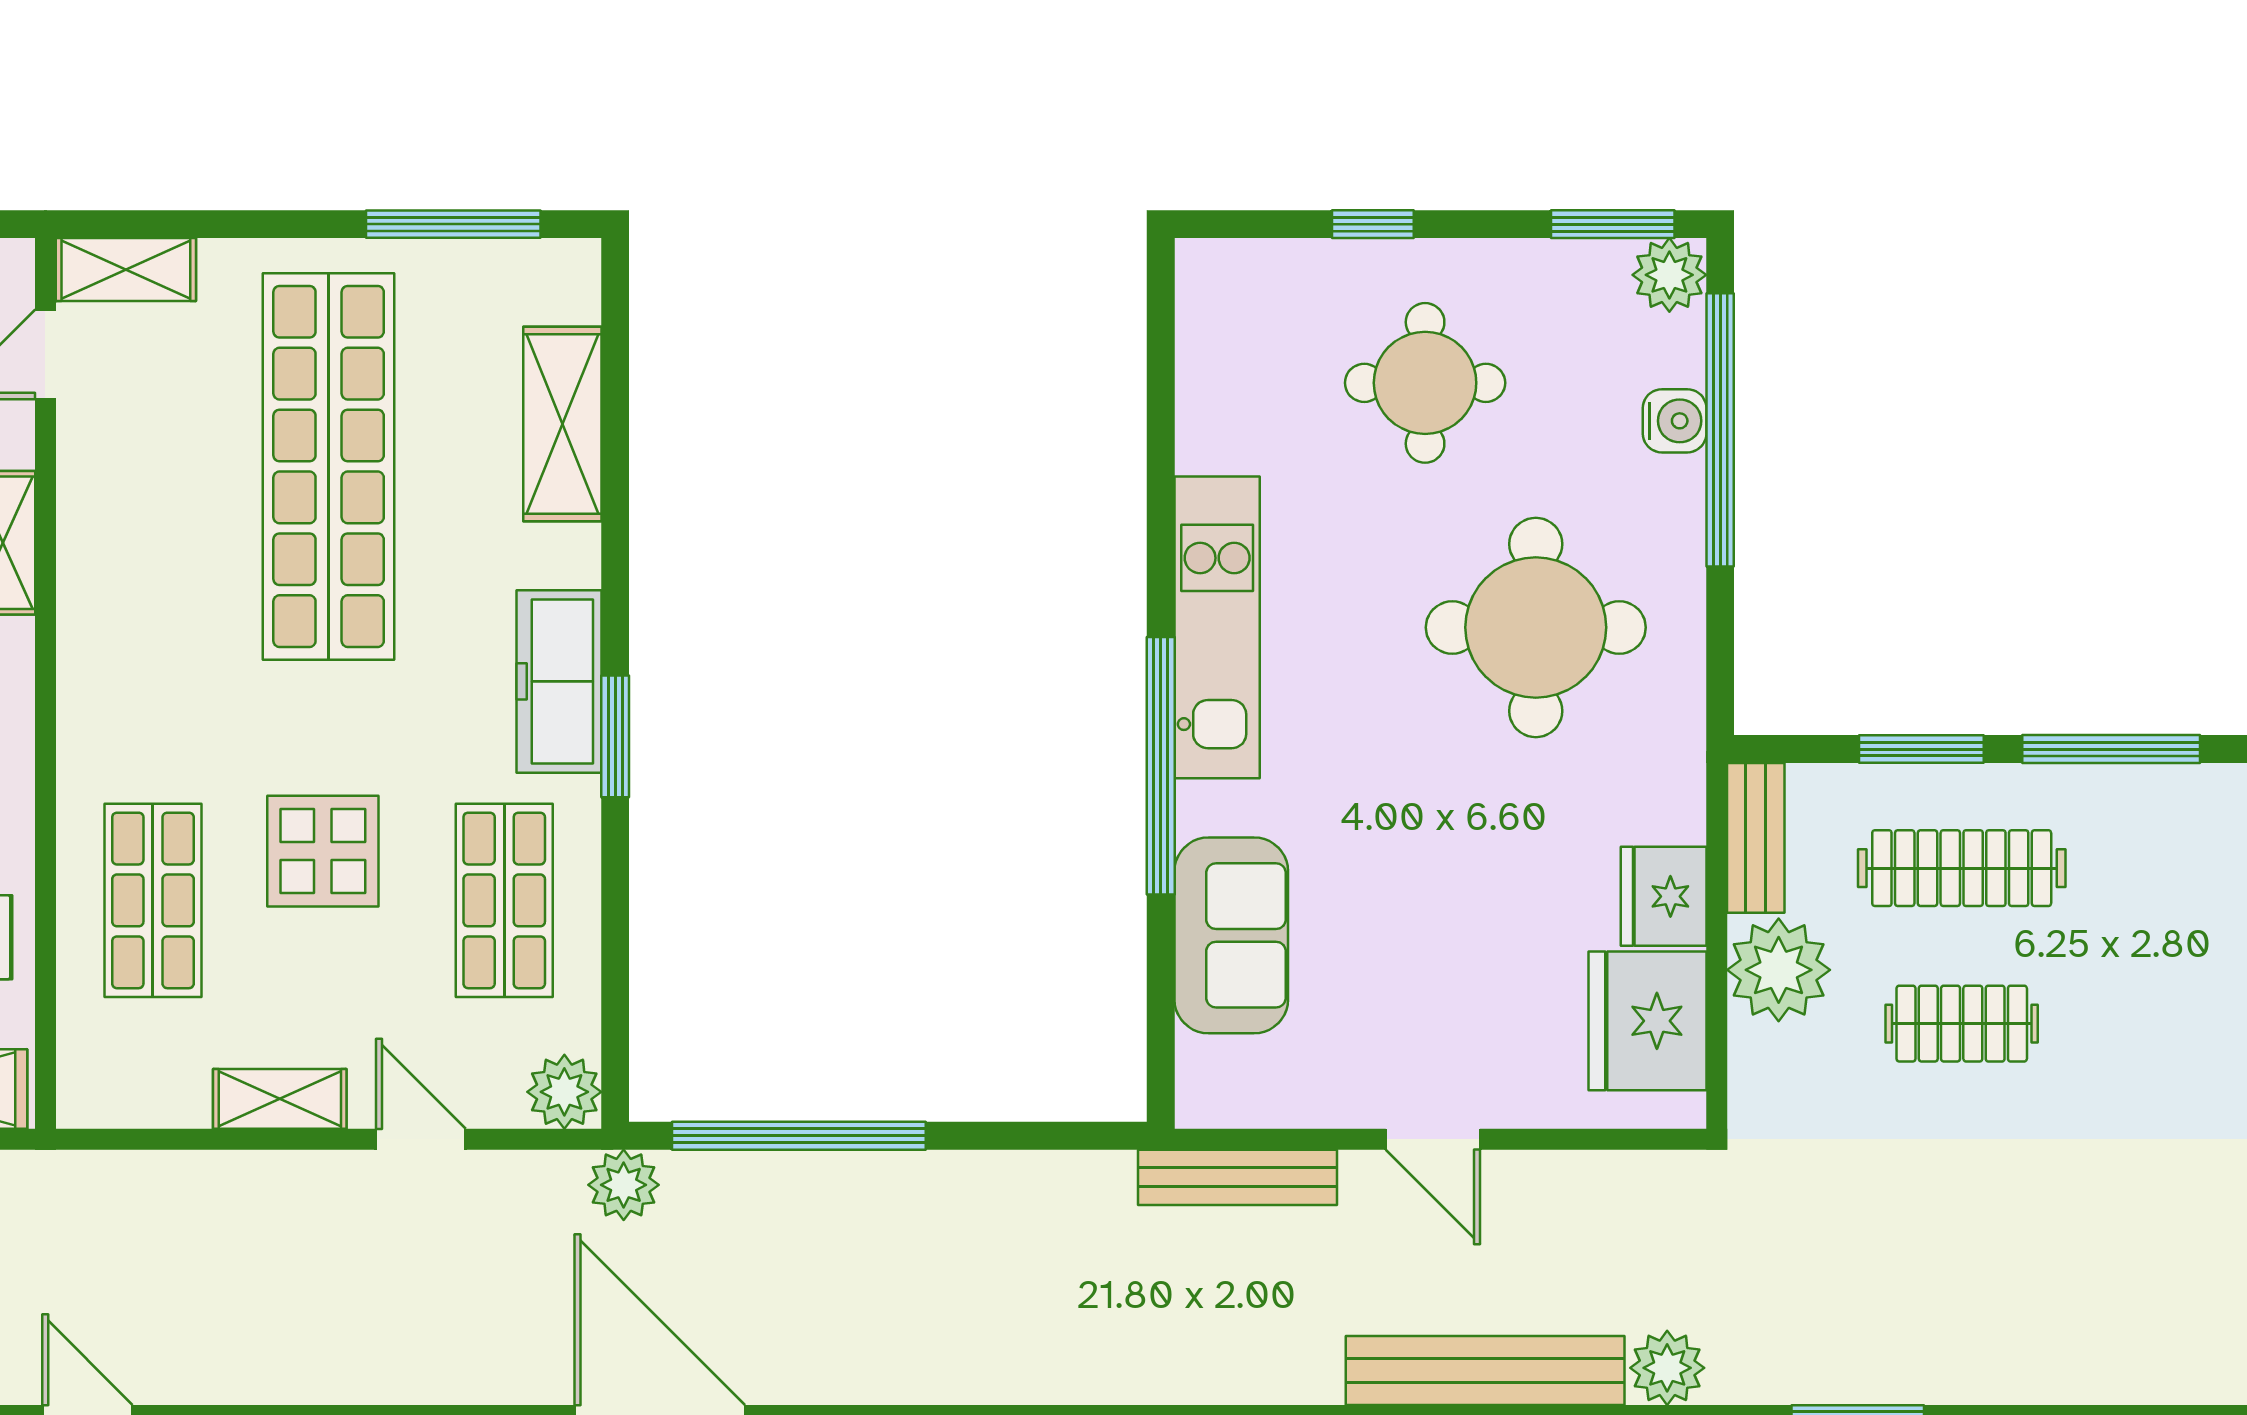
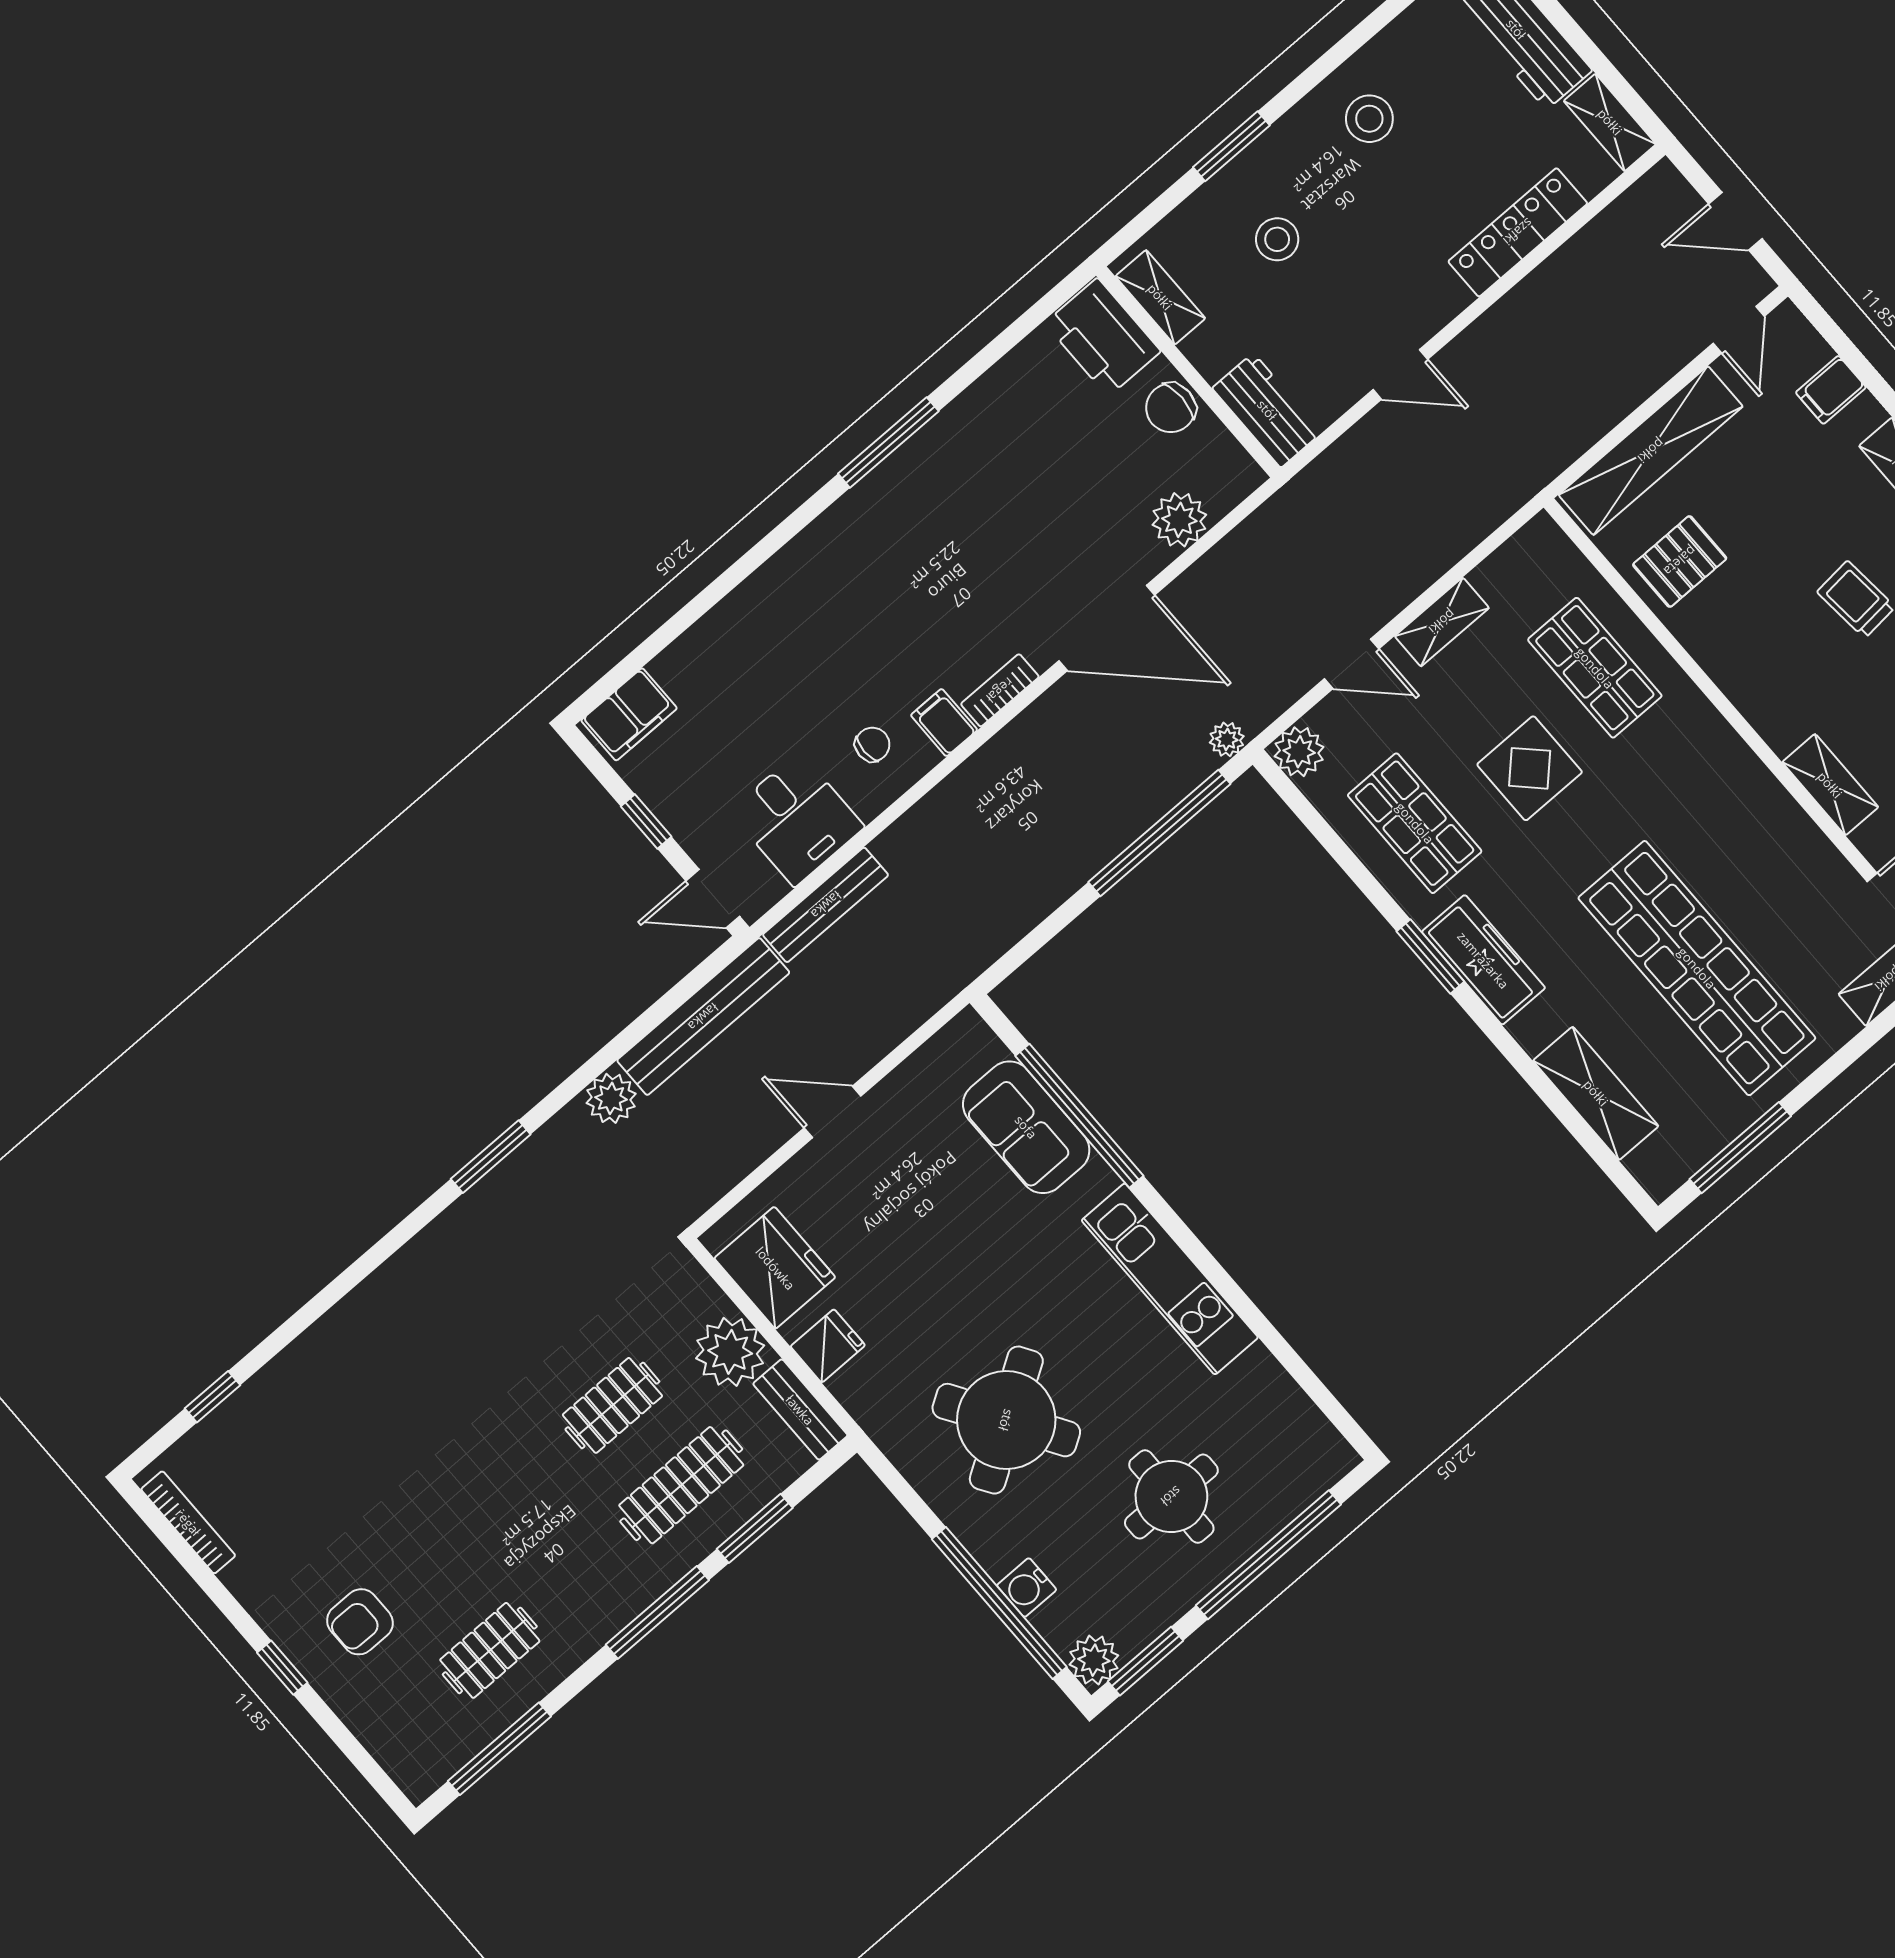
window: (1373, 224) -> (1268, 1555), width x3.17
round table: (1536, 627) -> (1006, 1420), turned -32
window: (1161, 766) -> (1079, 1116), moved
fridge: (1664, 896) -> (828, 1346), width x0.72
bench: (1238, 1177) -> (826, 905), moved
plant: (624, 1185) -> (1227, 739), width x0.73, depth x0.73

